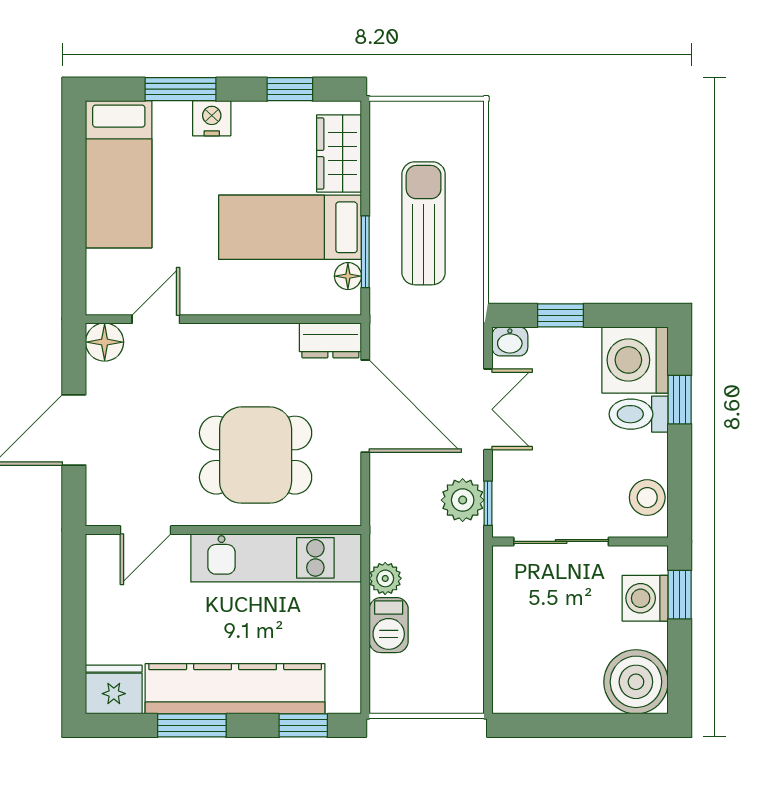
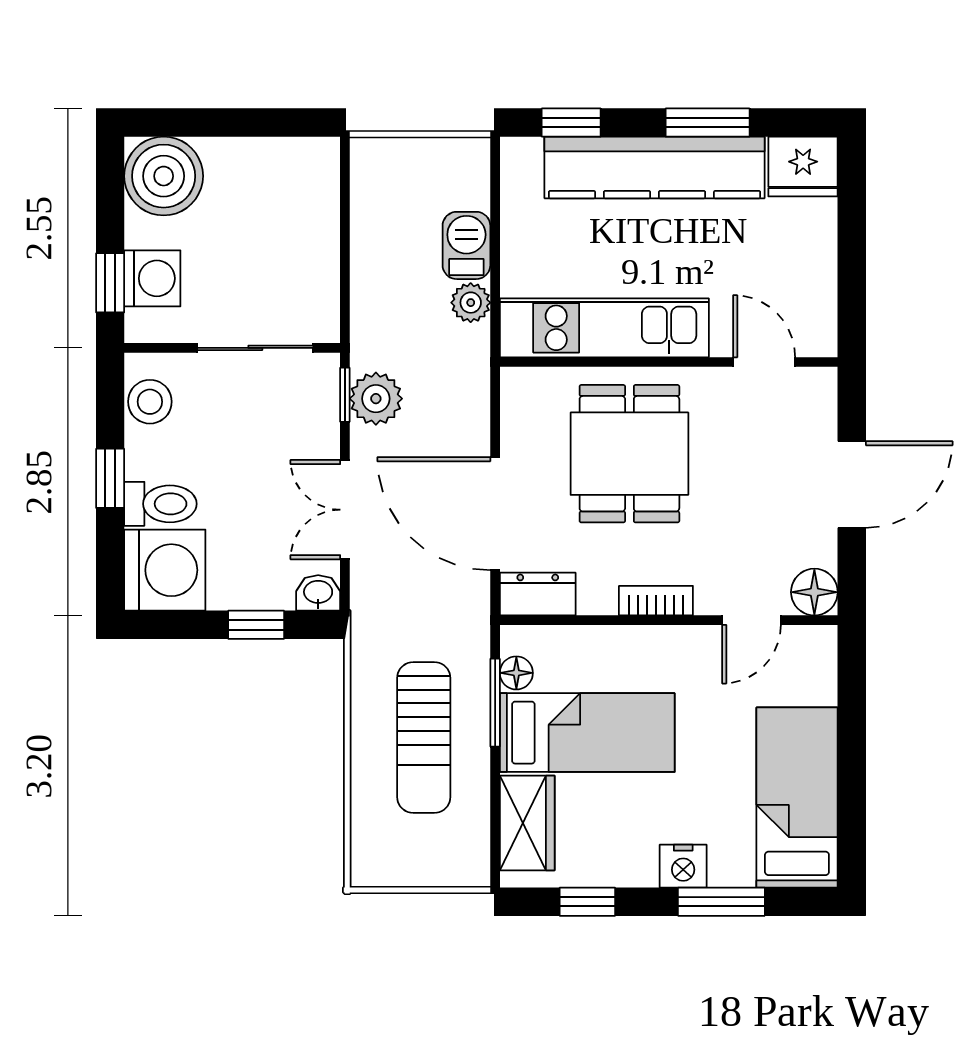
bookcase: (234, 335) -> (656, 601), added
window: (680, 400) -> (110, 478), moved
dining table: (256, 455) -> (629, 454), turned 90
door: (146, 530) -> (764, 362), hinge flipped

